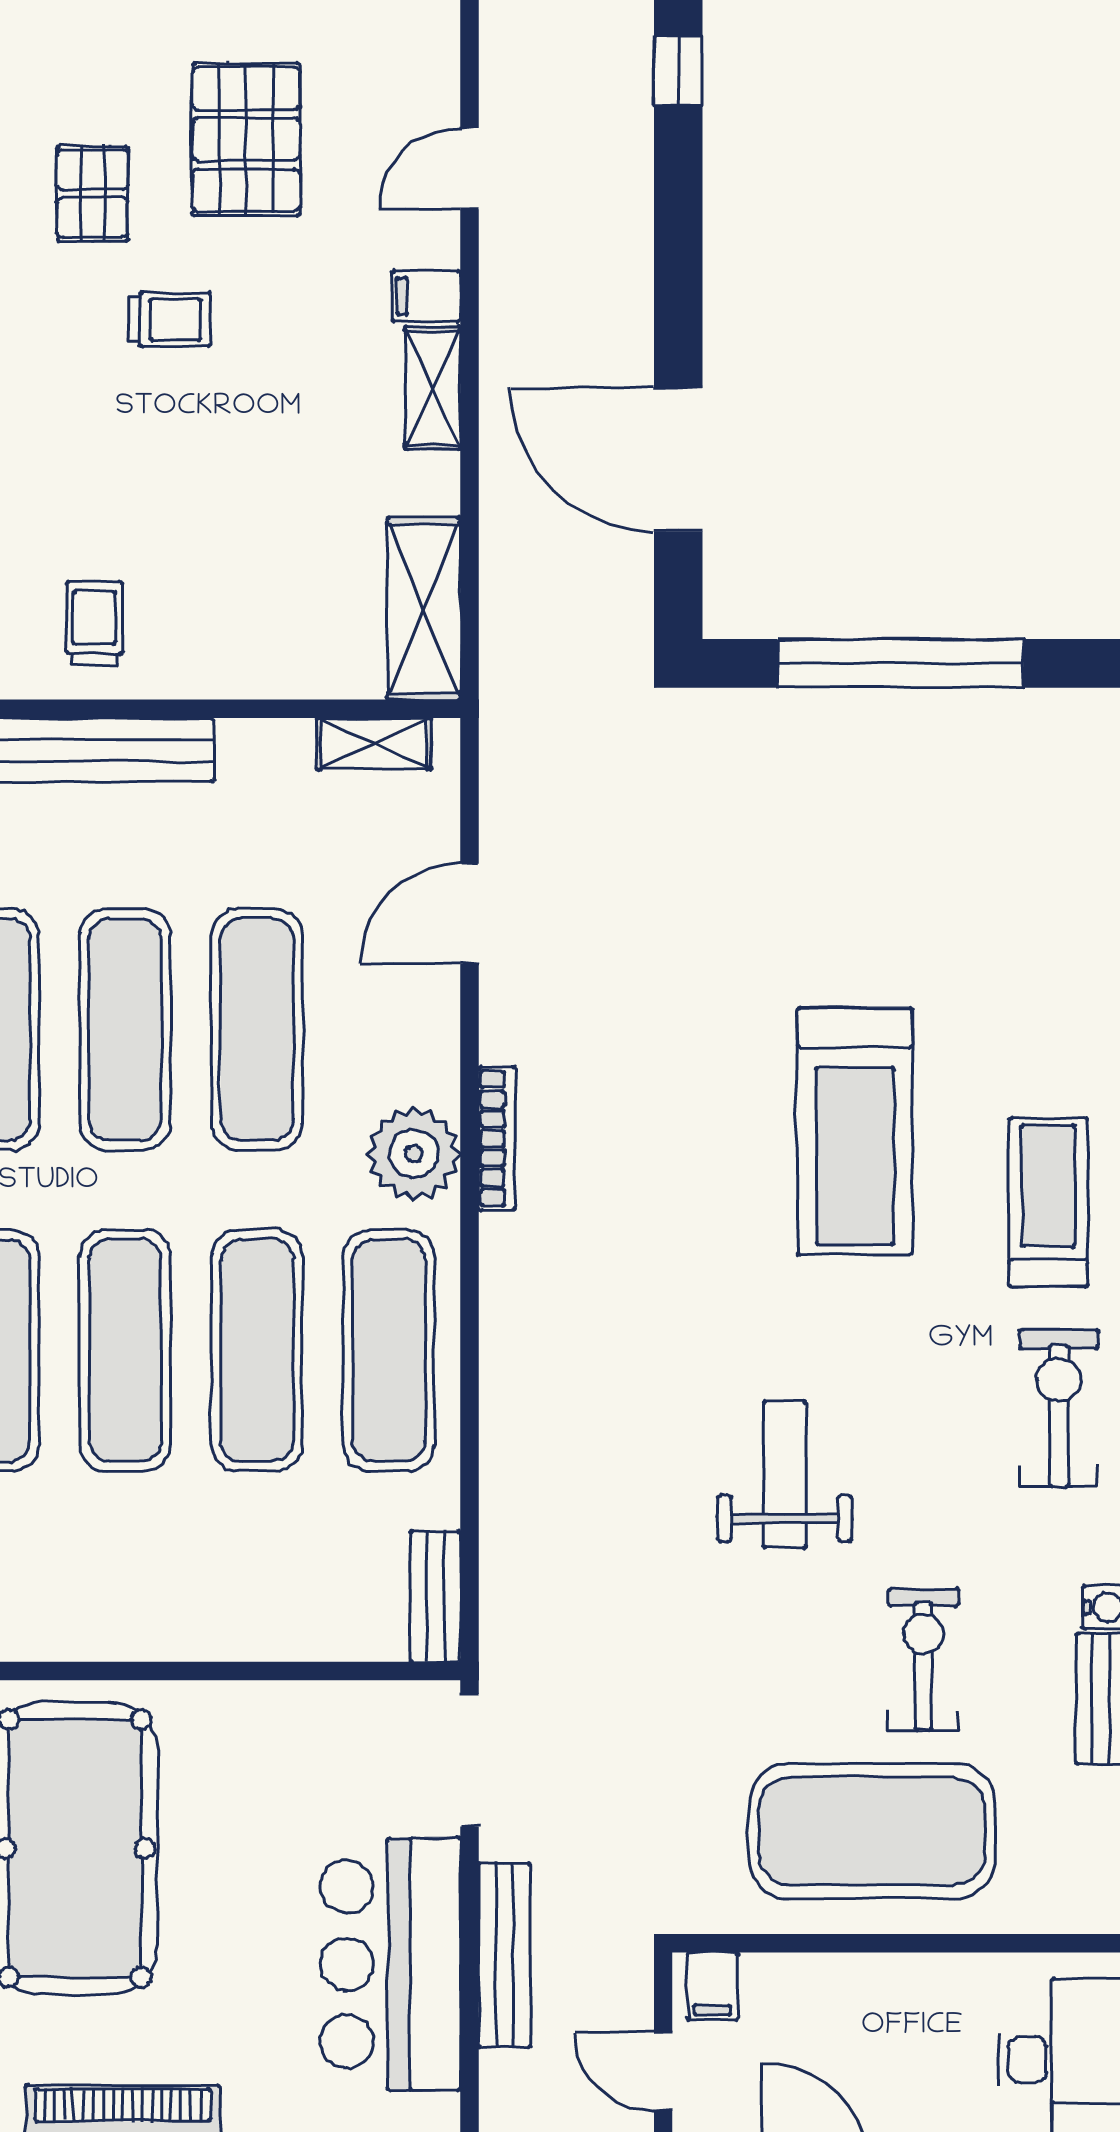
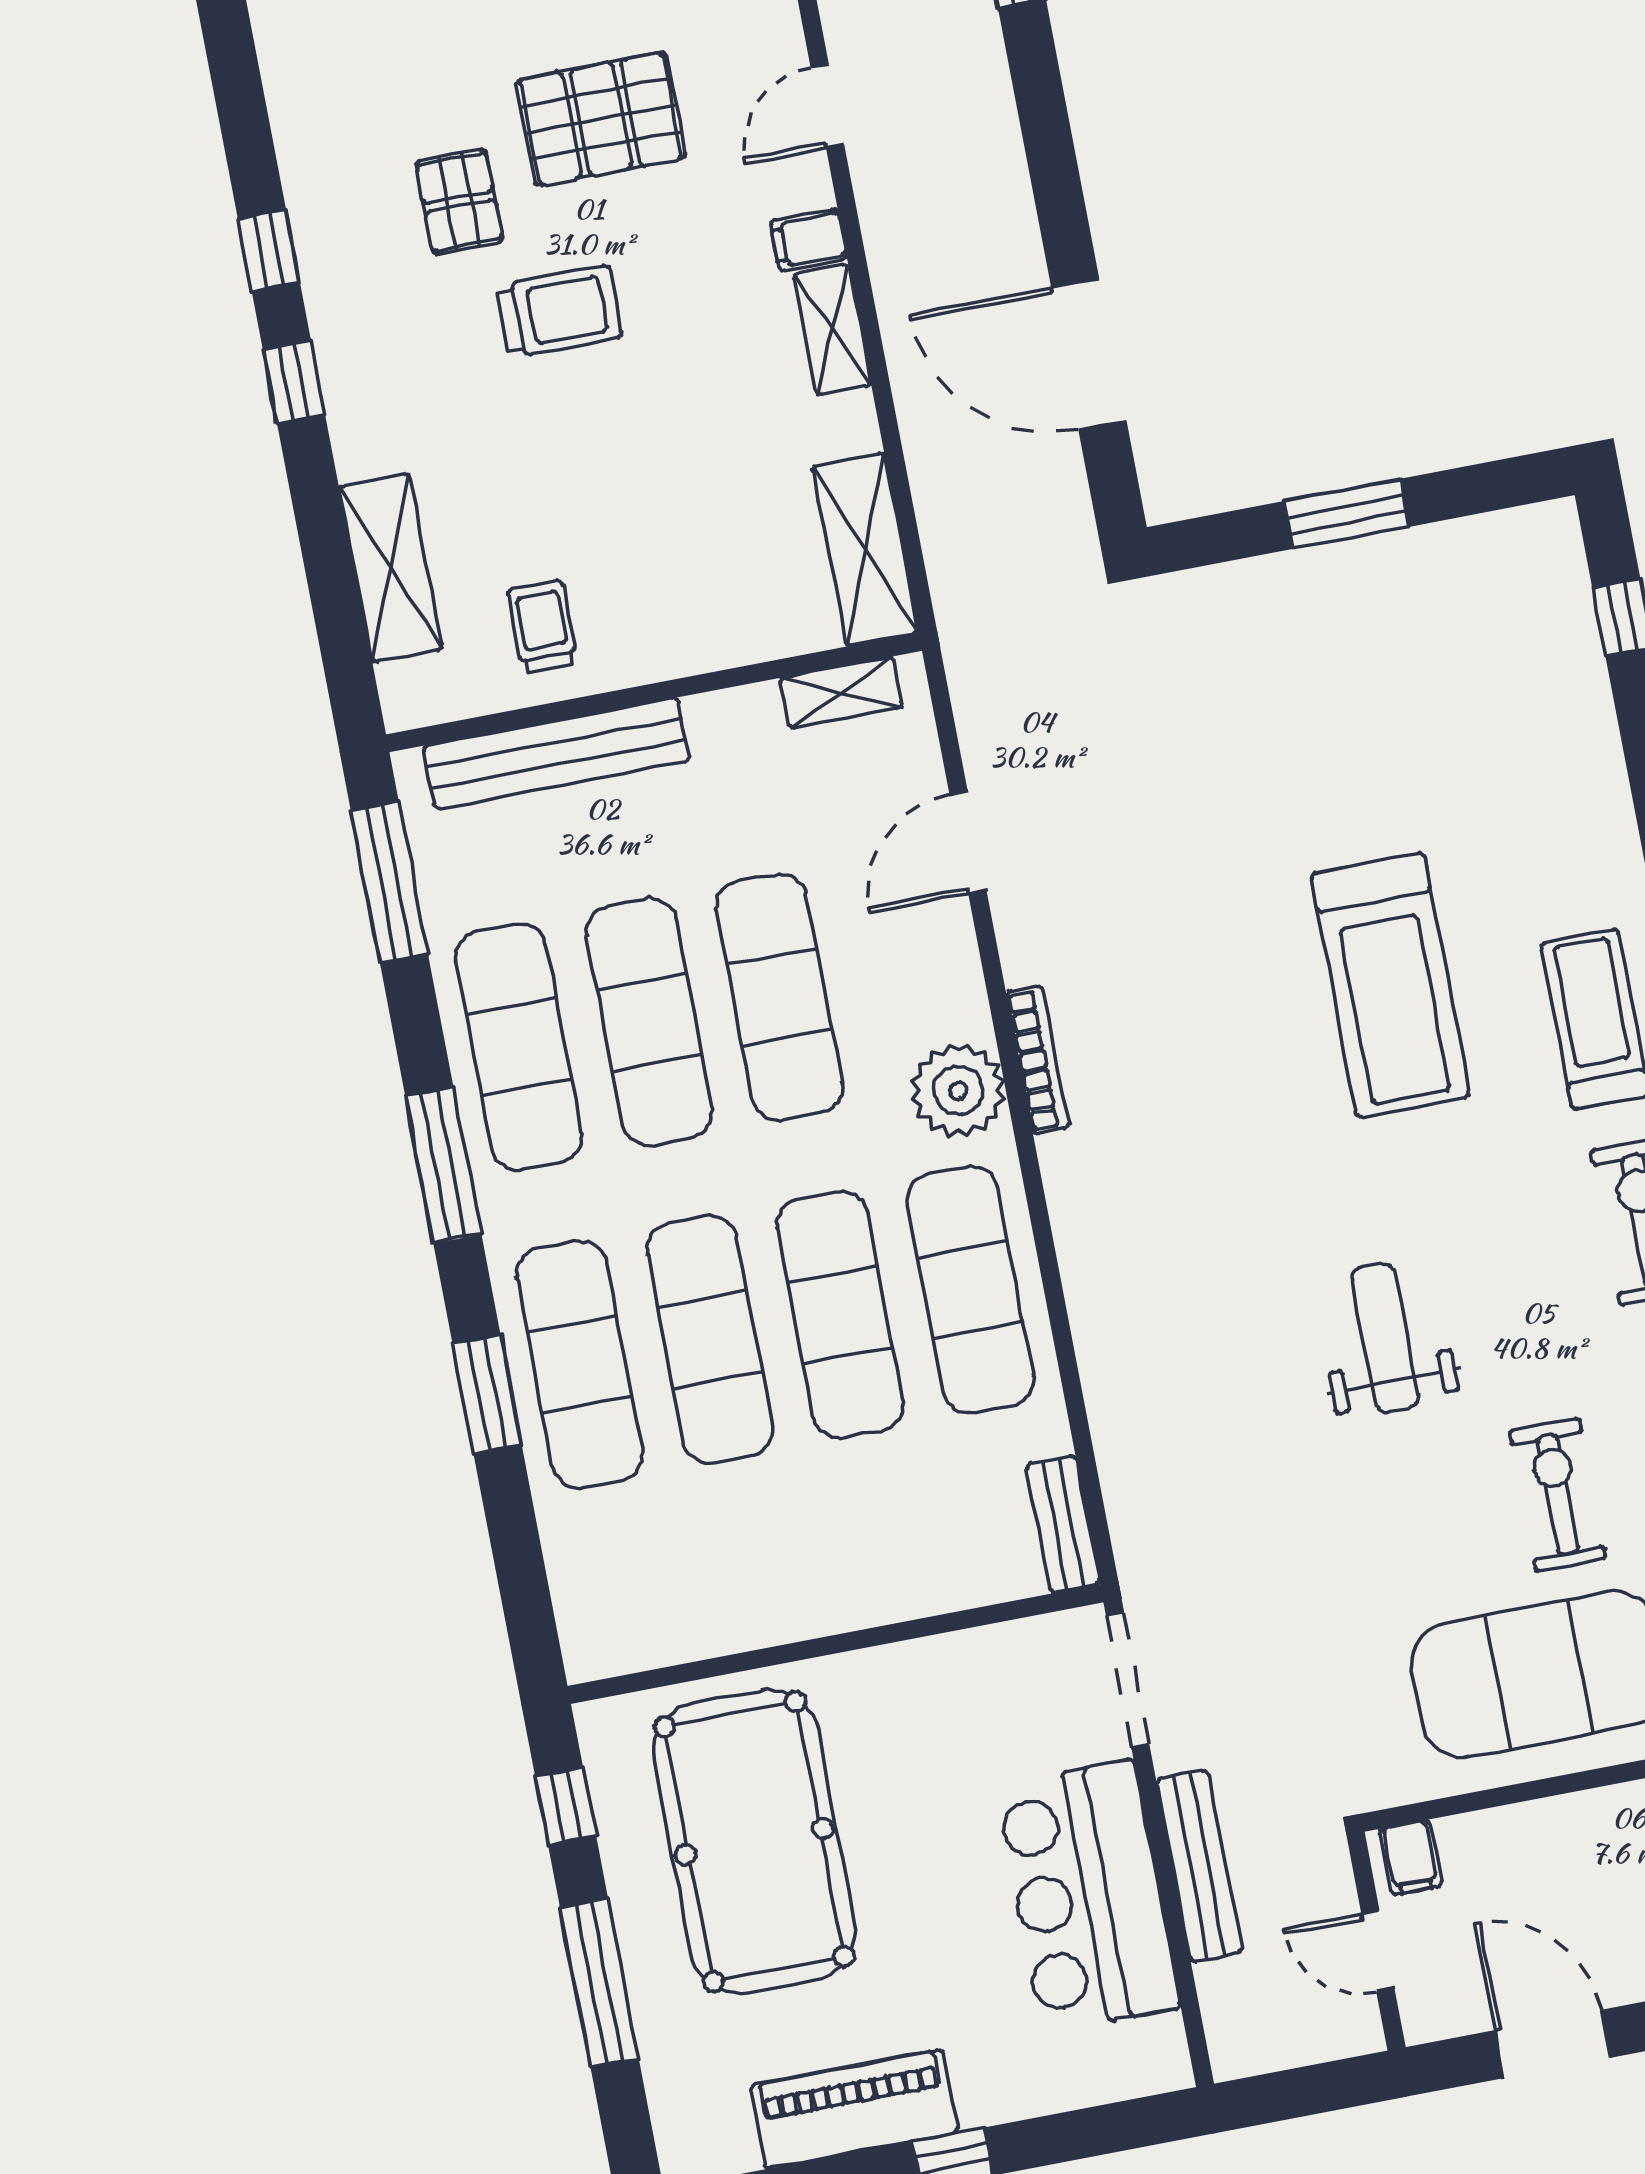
pallet: (246, 139) -> (601, 119), turned 90
trolley: (169, 319) -> (559, 312), width x1.36, depth x1.39
window: (900, 663) -> (1347, 514), width x0.47

